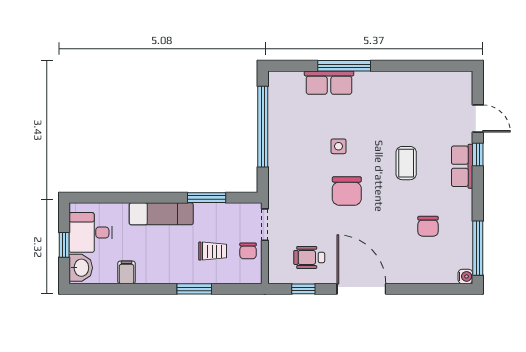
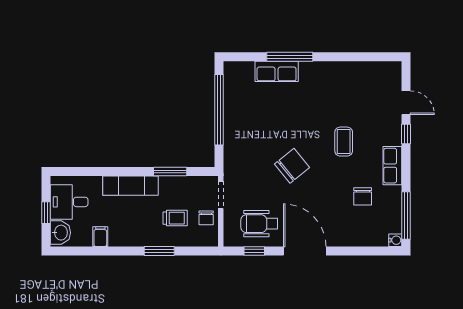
side table: (338, 146) -> (285, 127), removed
row of seats: (462, 166) -> (392, 166), moved
chair: (347, 191) -> (292, 166), turned -129
wheelchair: (309, 257) -> (259, 224), width x1.36, depth x1.37

